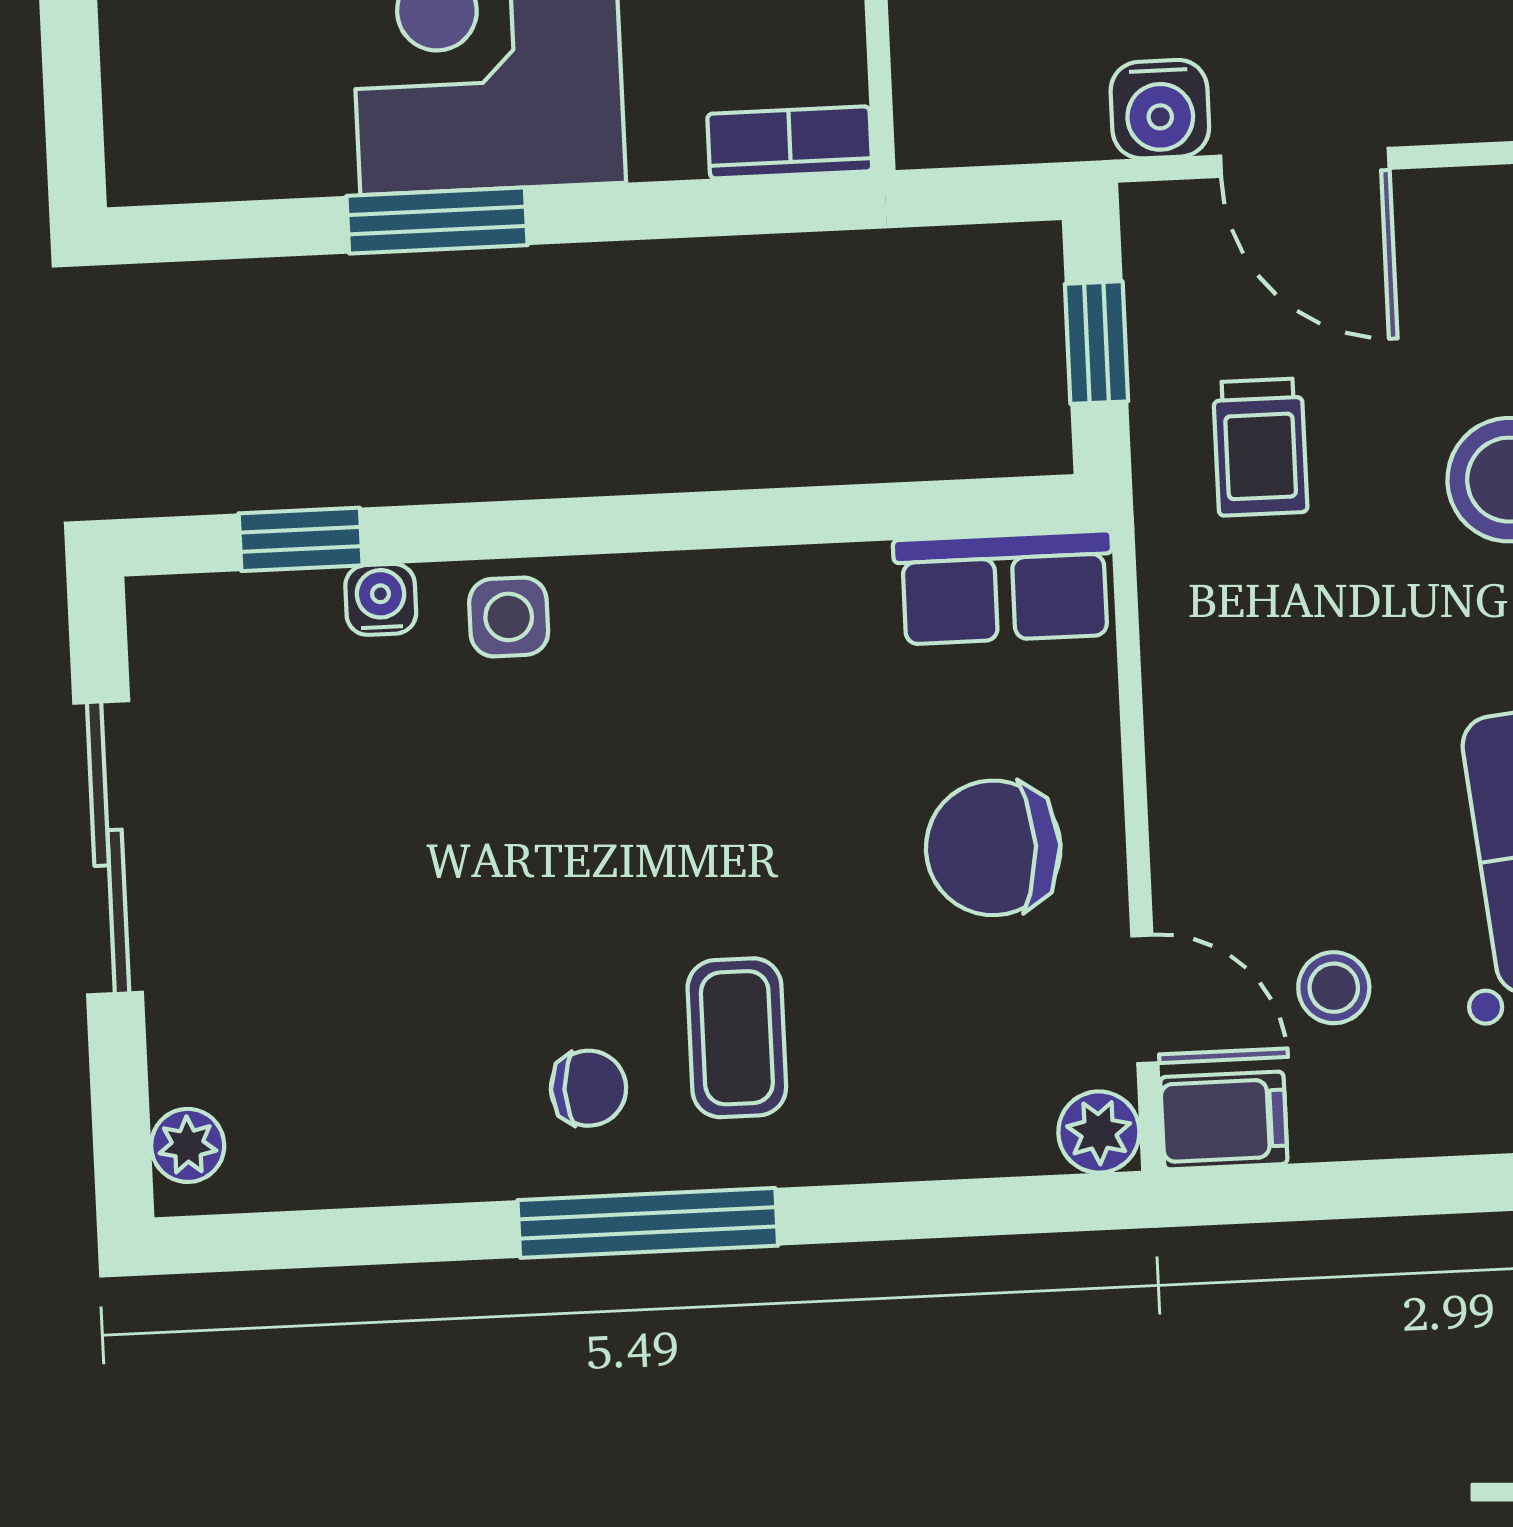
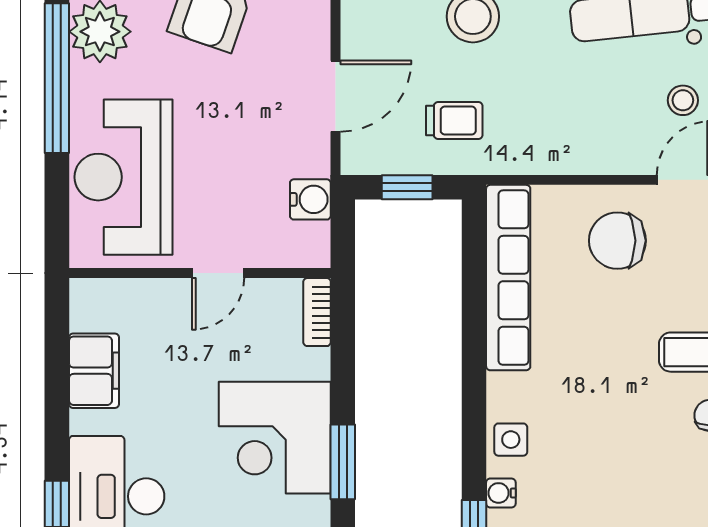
water cooler: (1160, 109) -> (310, 199), moved
row of seats: (1004, 587) -> (508, 278), width x2.02
chair: (993, 848) -> (617, 241), turned 90

